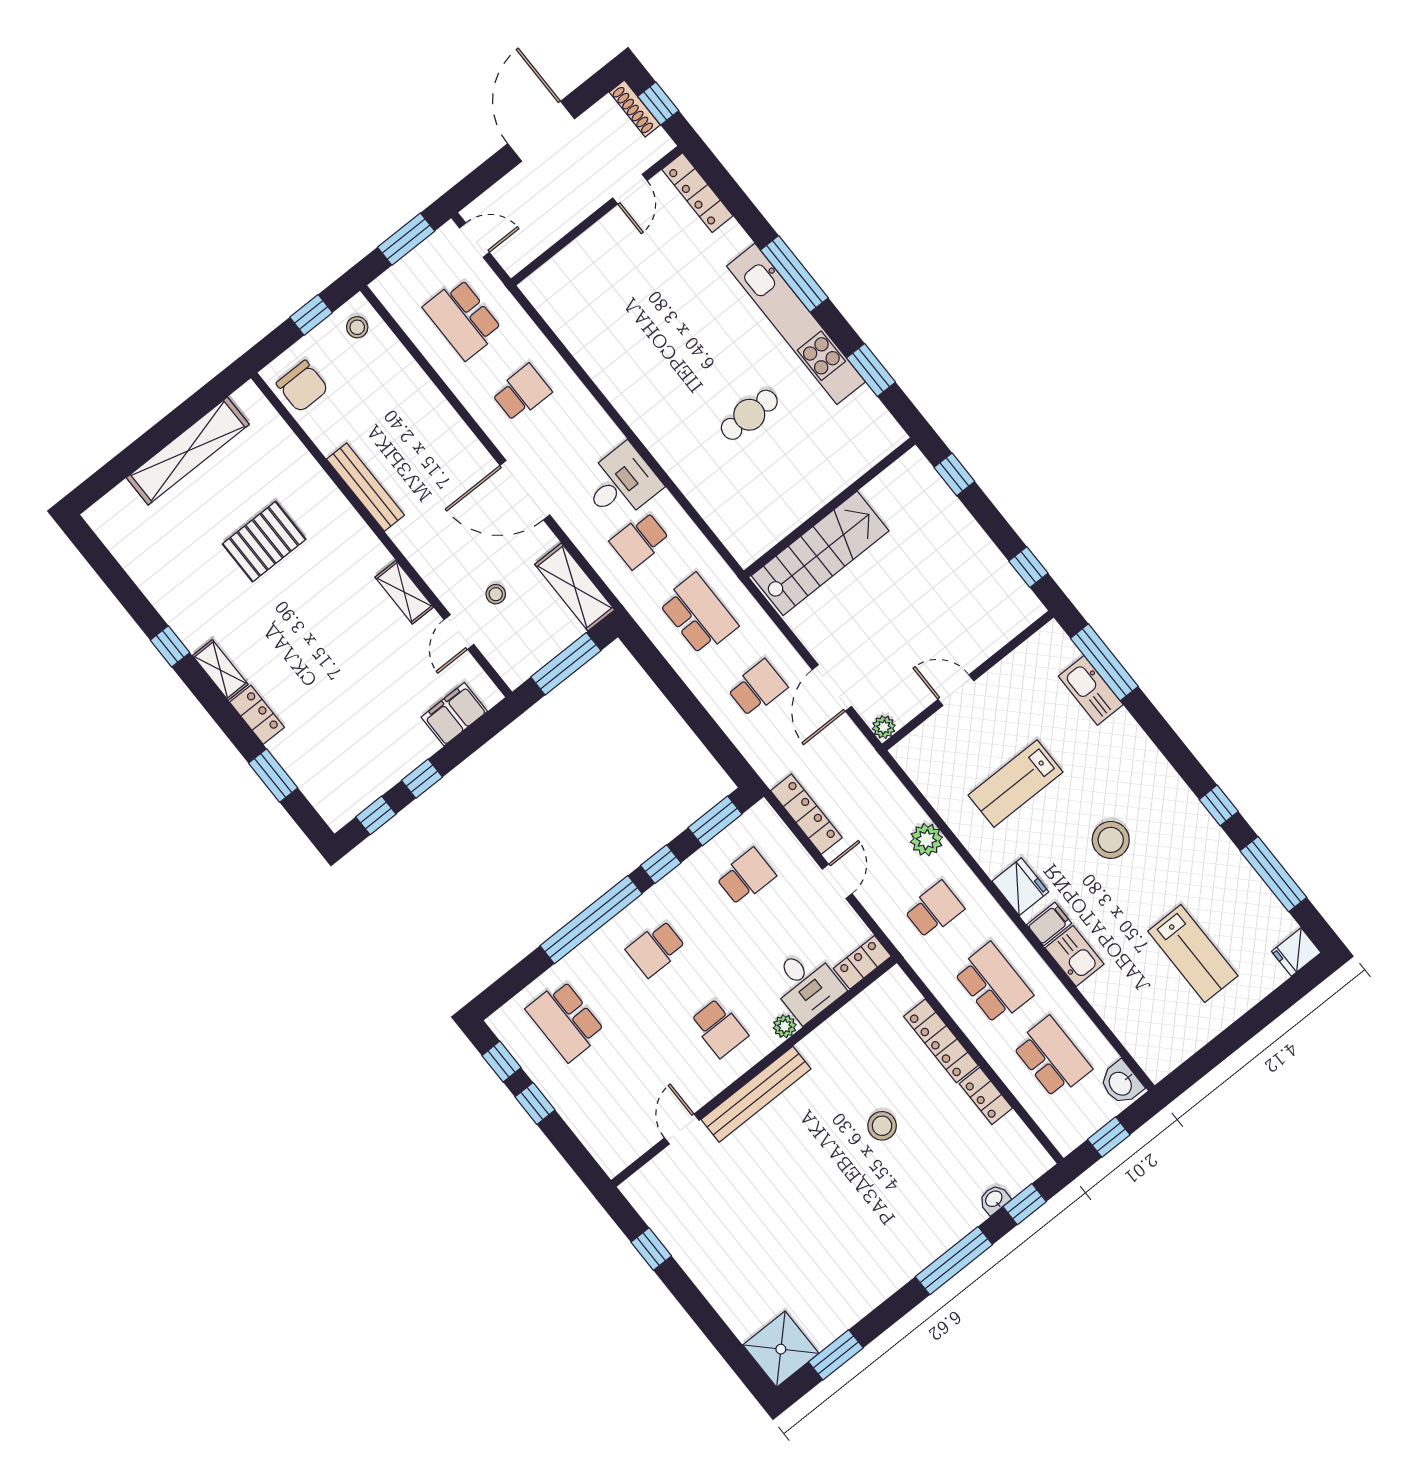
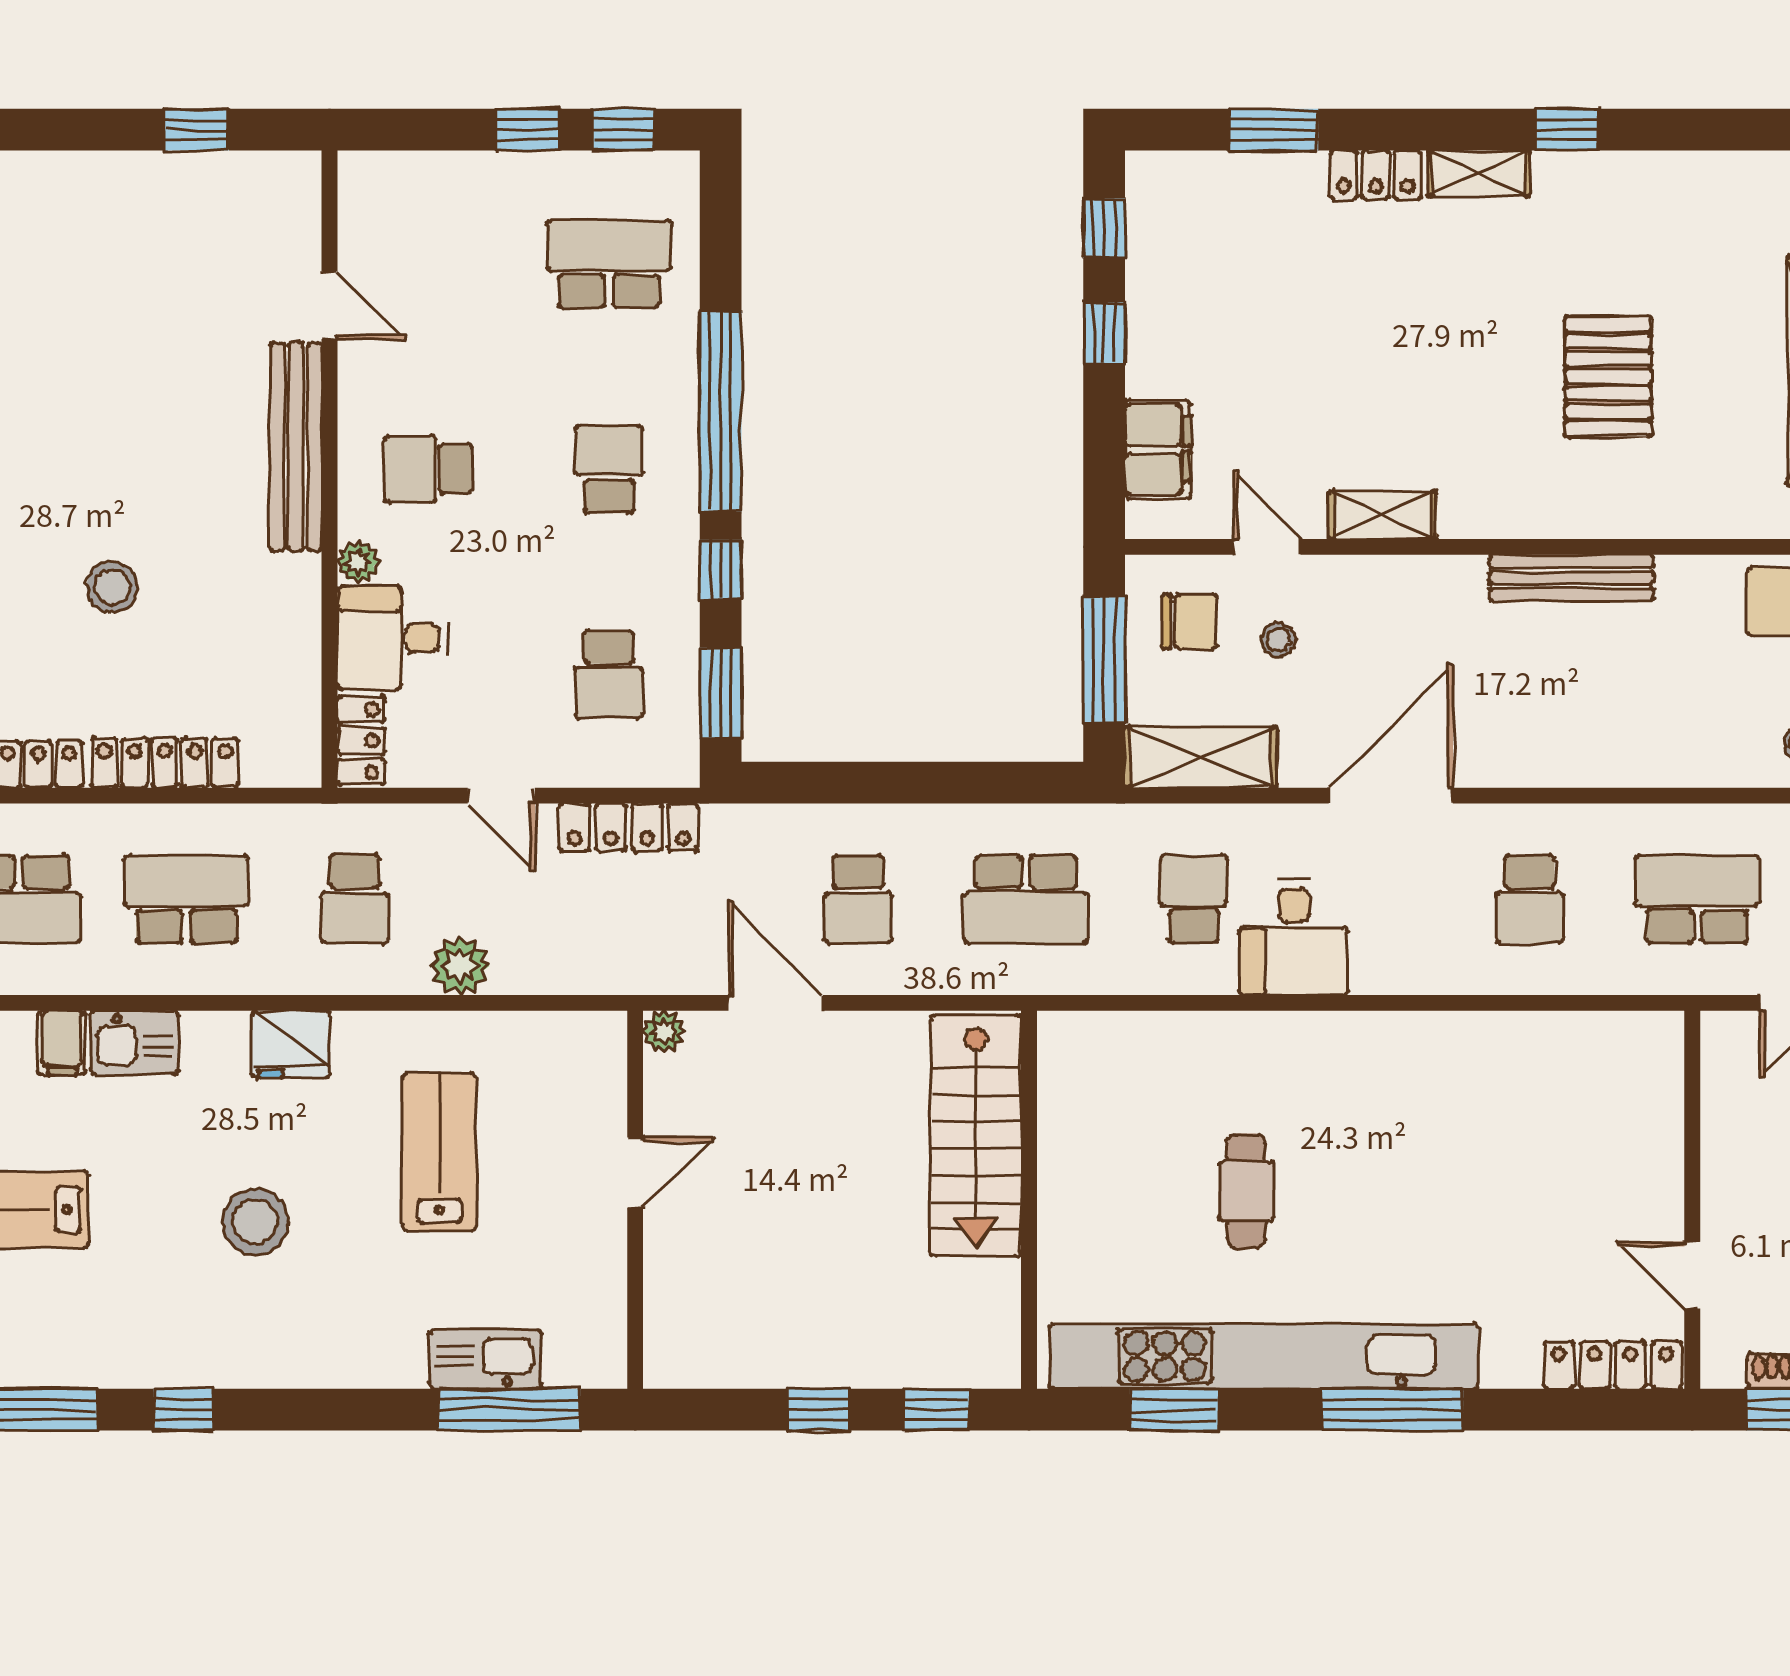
kitchen unit: (796, 324) -> (1264, 1356), width x1.36
window: (1028, 567) -> (818, 1410), moved
chair: (519, 640) -> (1190, 622), added
filing cabinet: (1049, 924) -> (62, 1043), moved
school desk: (993, 983) -> (187, 899), turned 180

